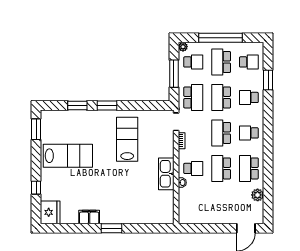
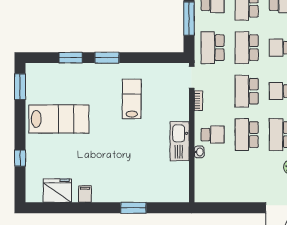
school desk: (193, 97) -> (213, 48), turned 180
lab bench: (127, 139) -> (132, 99), width x0.73, depth x0.72
fridge: (50, 212) -> (57, 191), moved, turned -90
filing cabinet: (89, 217) -> (85, 194), width x0.50
window: (112, 228) -> (133, 208), moved

